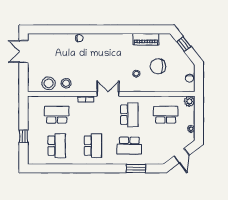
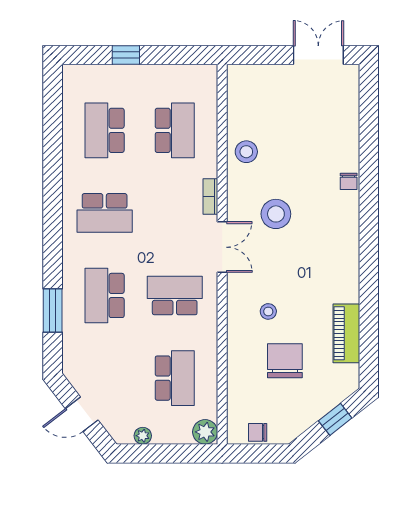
stool: (49, 83) -> (276, 214), moved
school desk: (129, 115) -> (175, 295), turned 180
school desk: (57, 146) -> (105, 130), turned 90

